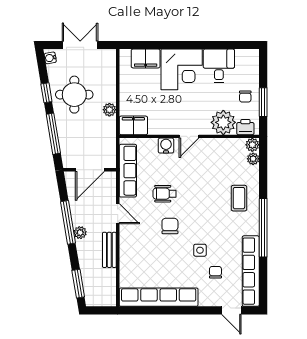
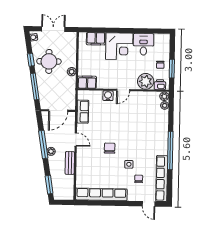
row of seats: (128, 171) -> (83, 112), width x0.68
wheelchair: (165, 194) -> (107, 127), removed
coffee table: (239, 198) -> (155, 131), removed

